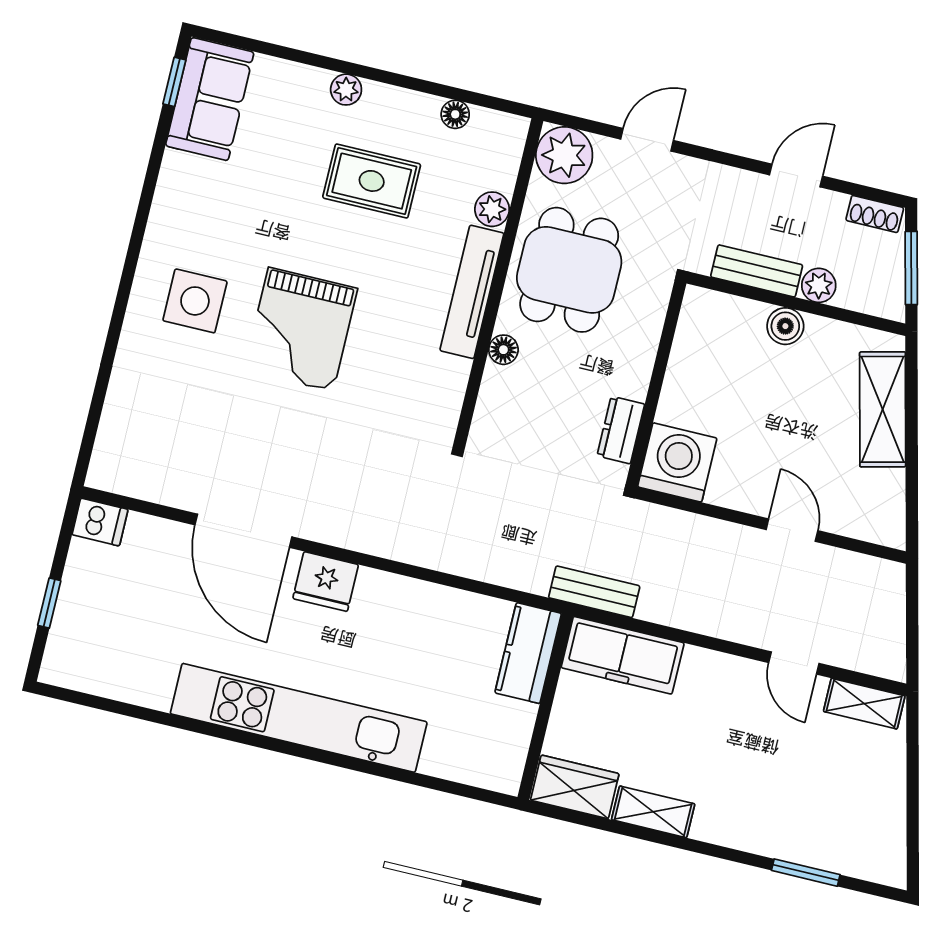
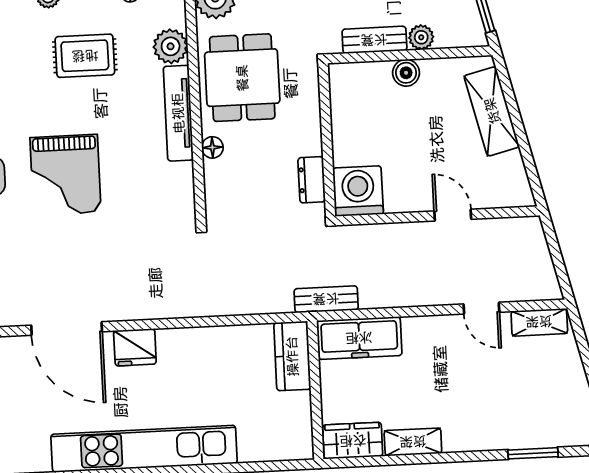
plant: (492, 209) -> (171, 46), width x1.38, depth x1.38

